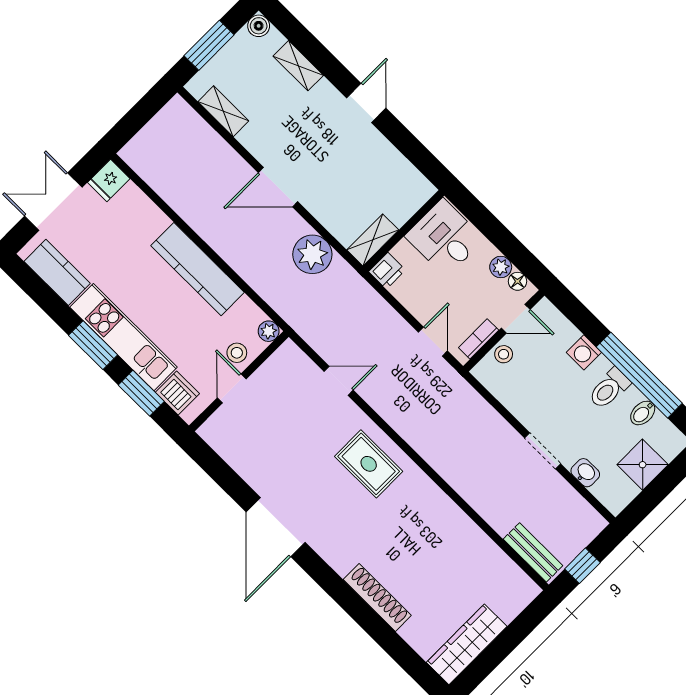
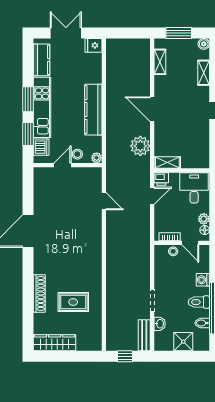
door: (433, 342) -> (152, 196), moved
rug: (369, 464) -> (73, 302), moved, turned 90
bench: (533, 552) -> (144, 335), moved

